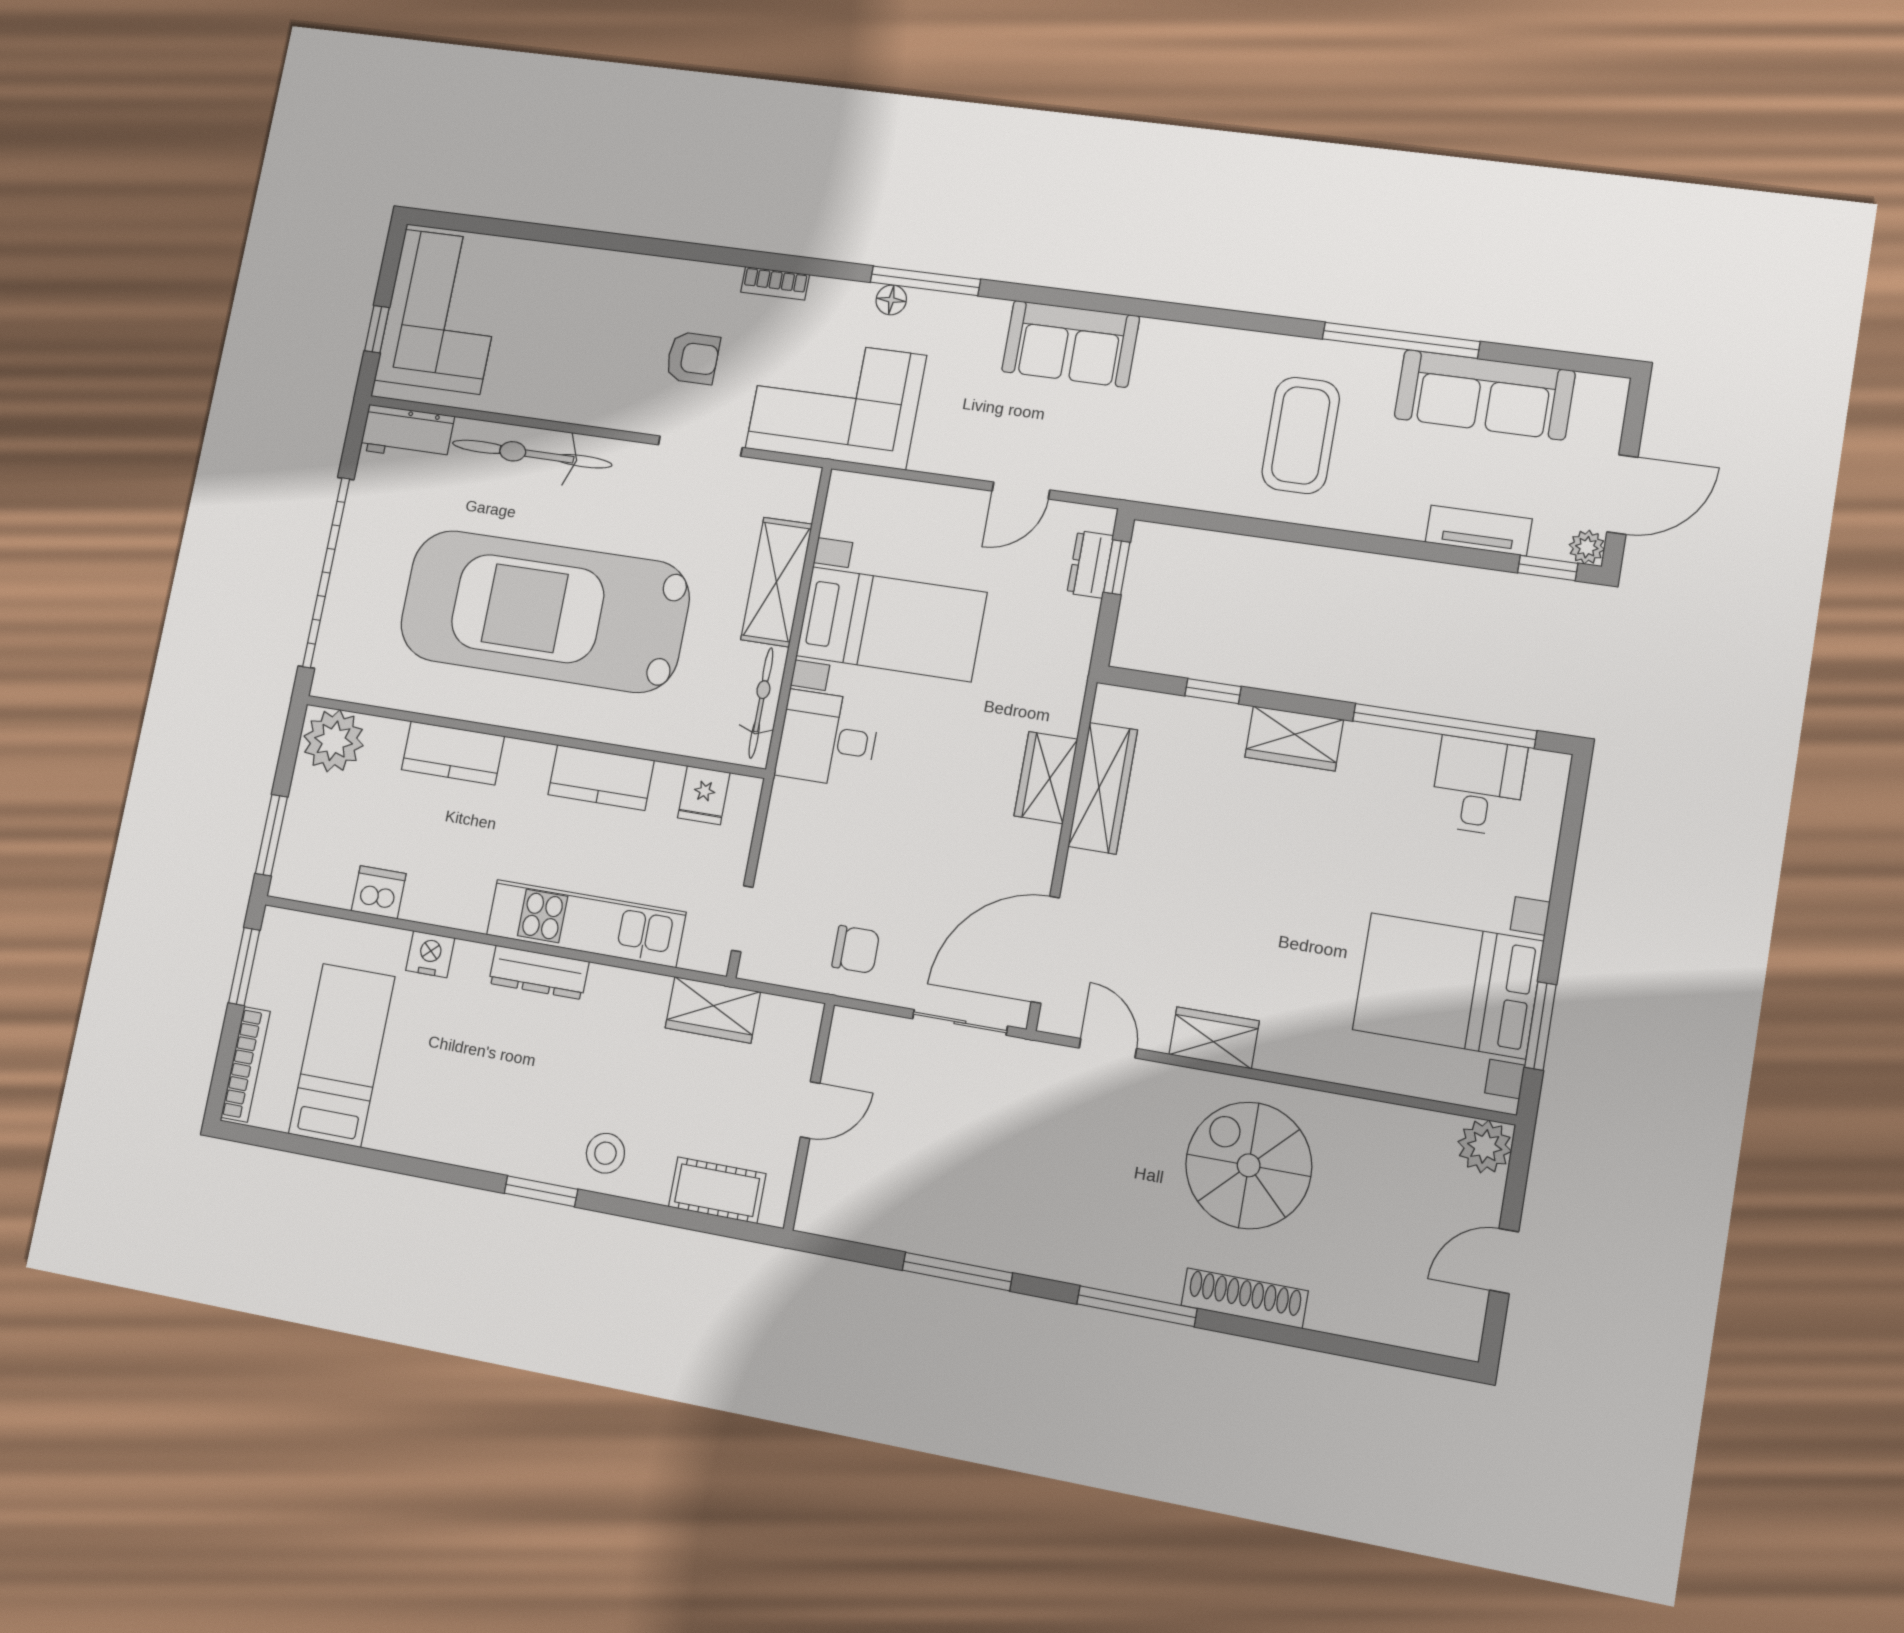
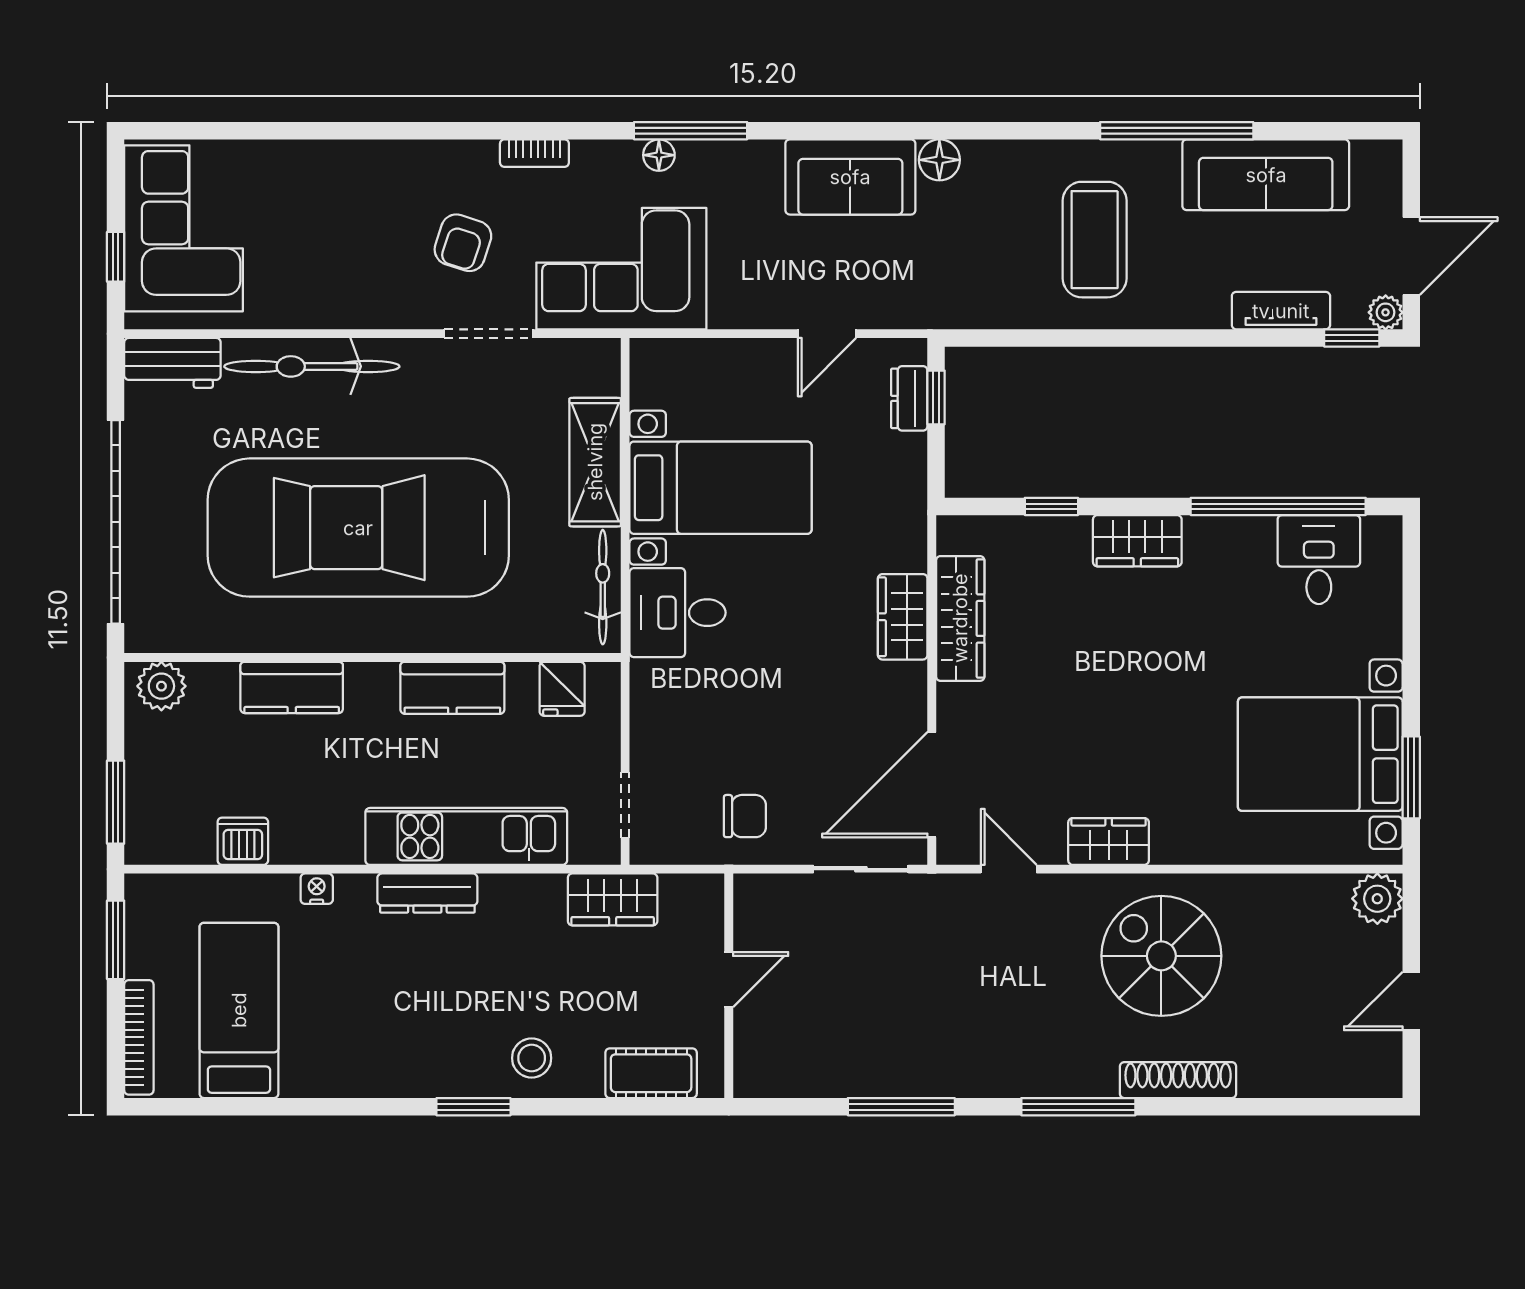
floor lamp: (1160, 339) -> (939, 160), added
armchair: (693, 358) -> (463, 243), turned 108
plant: (334, 741) -> (161, 686), width x0.73, depth x0.73
nightstand: (430, 954) -> (317, 889), width x0.72, depth x0.74

